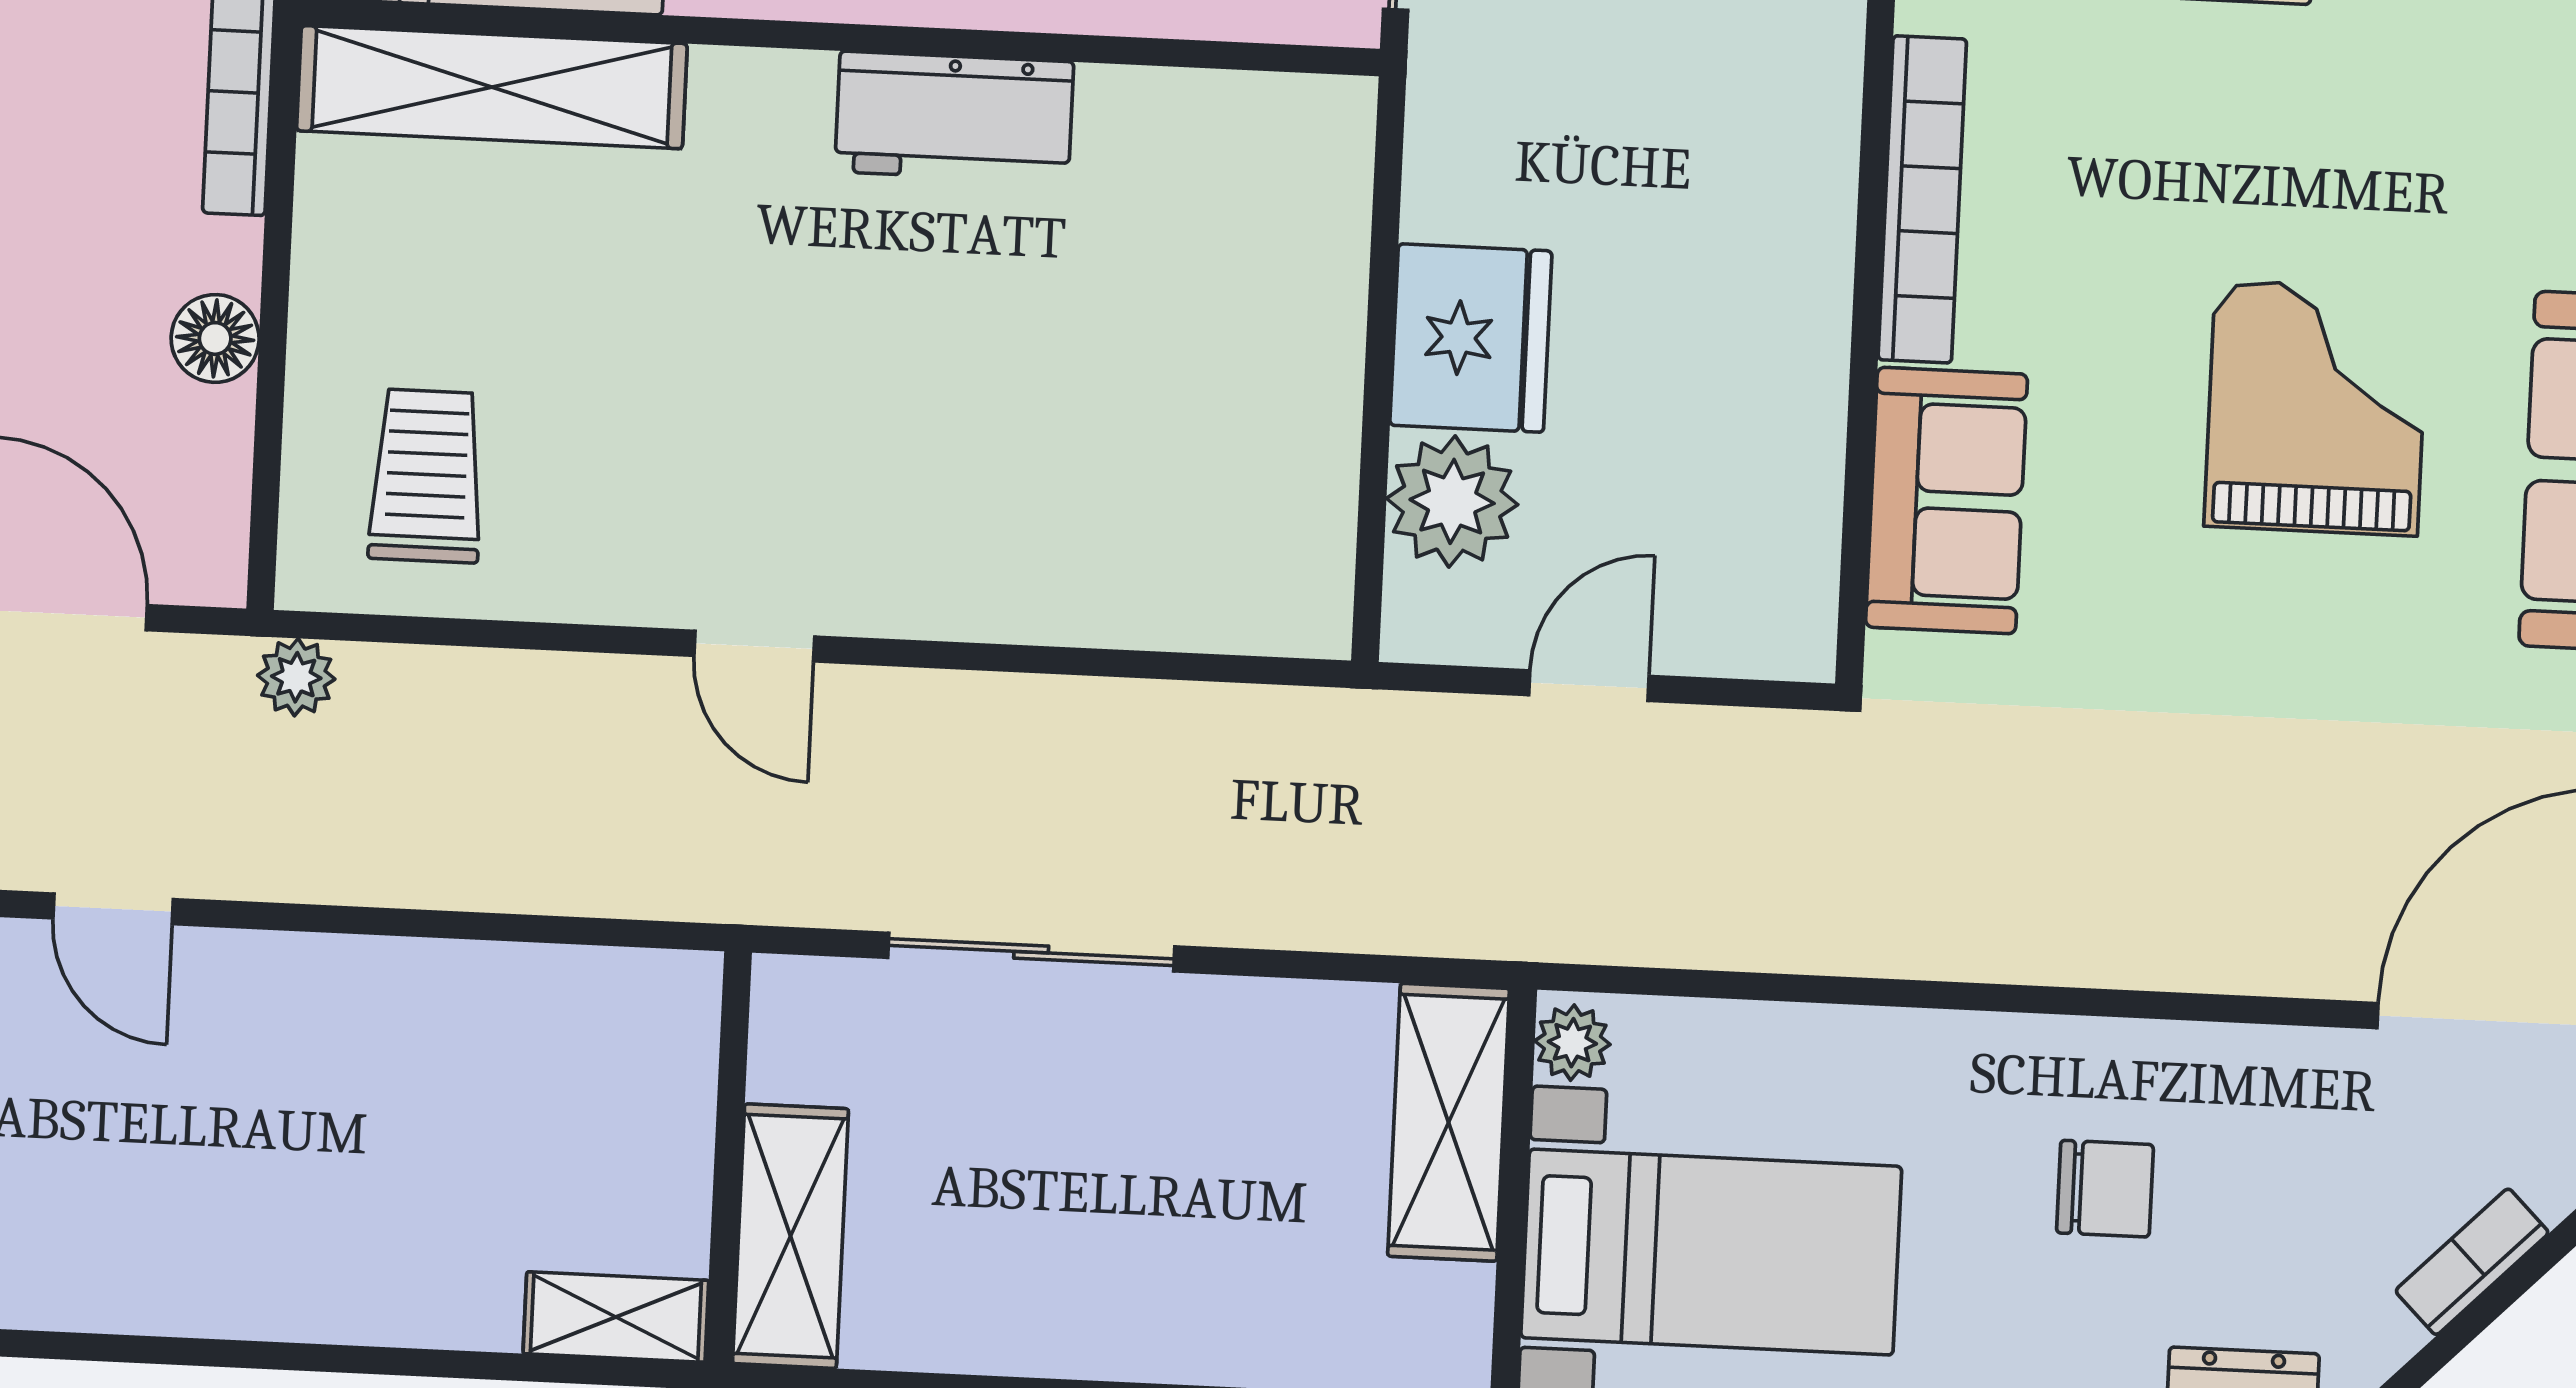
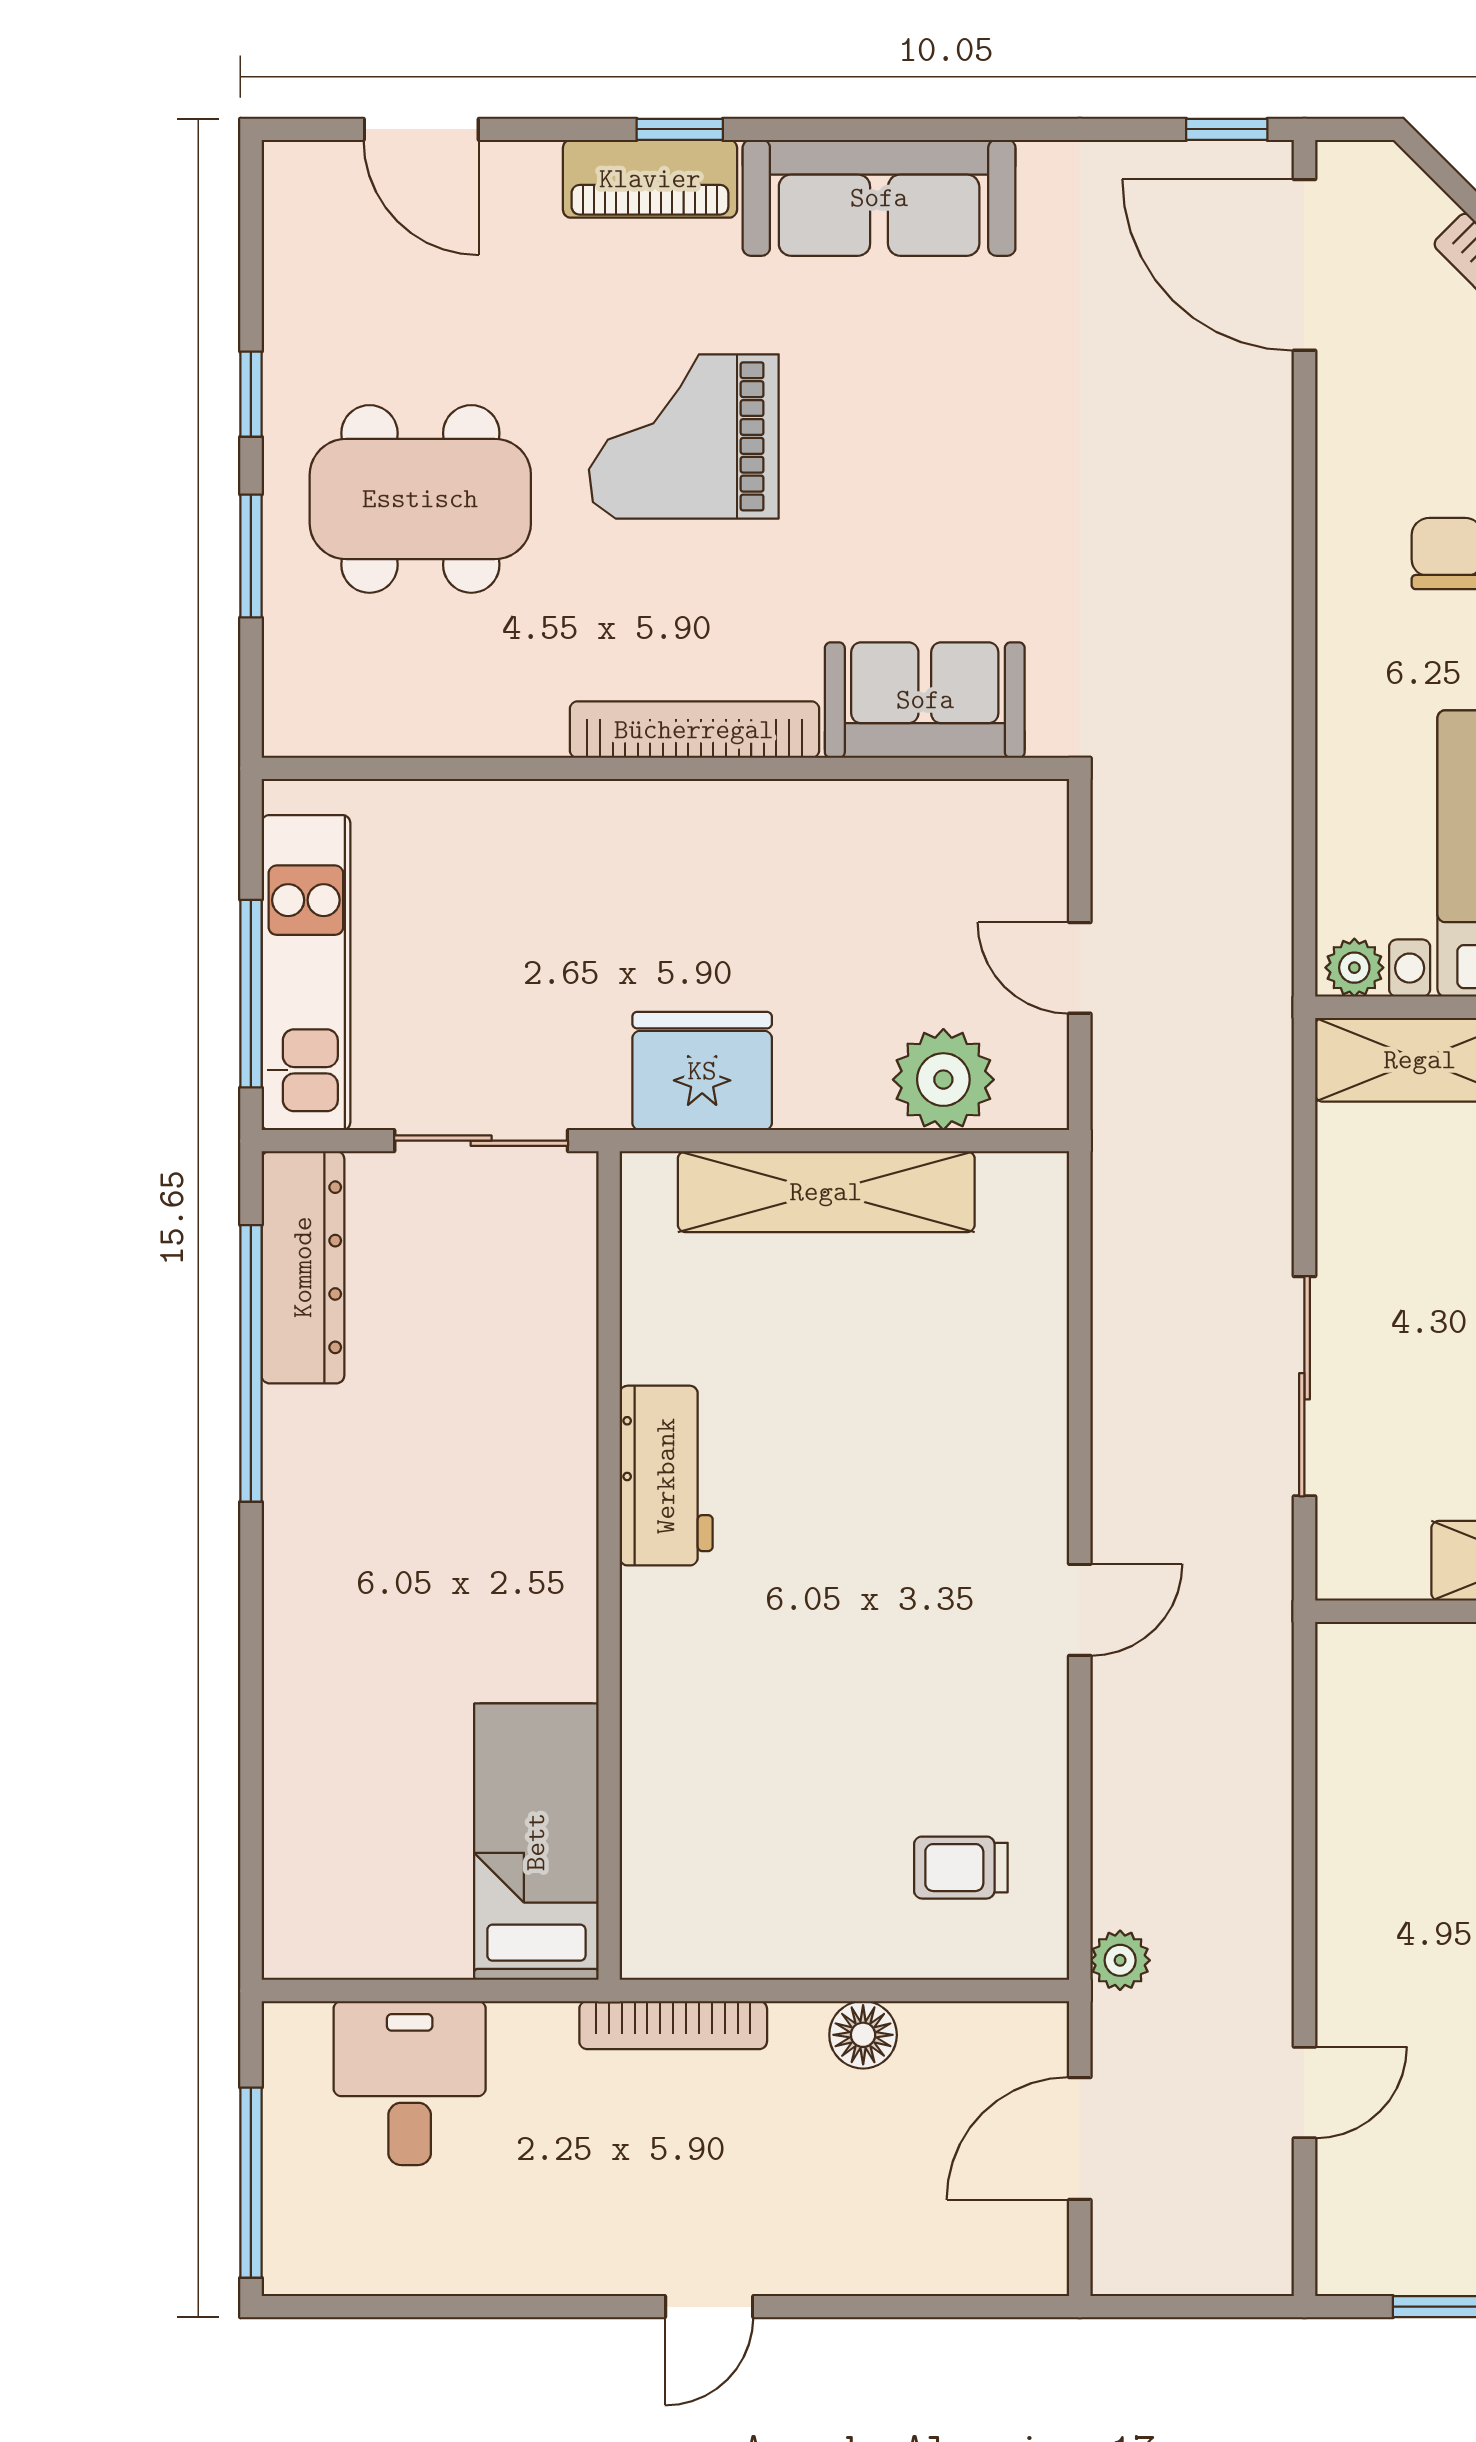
shelving: (492, 87) -> (826, 1192), moved, turned 90
fridge: (1471, 338) -> (702, 1071), moved
grand piano: (2316, 408) -> (684, 436), moved
trolley: (427, 476) -> (961, 1868), width x0.73, depth x0.72

